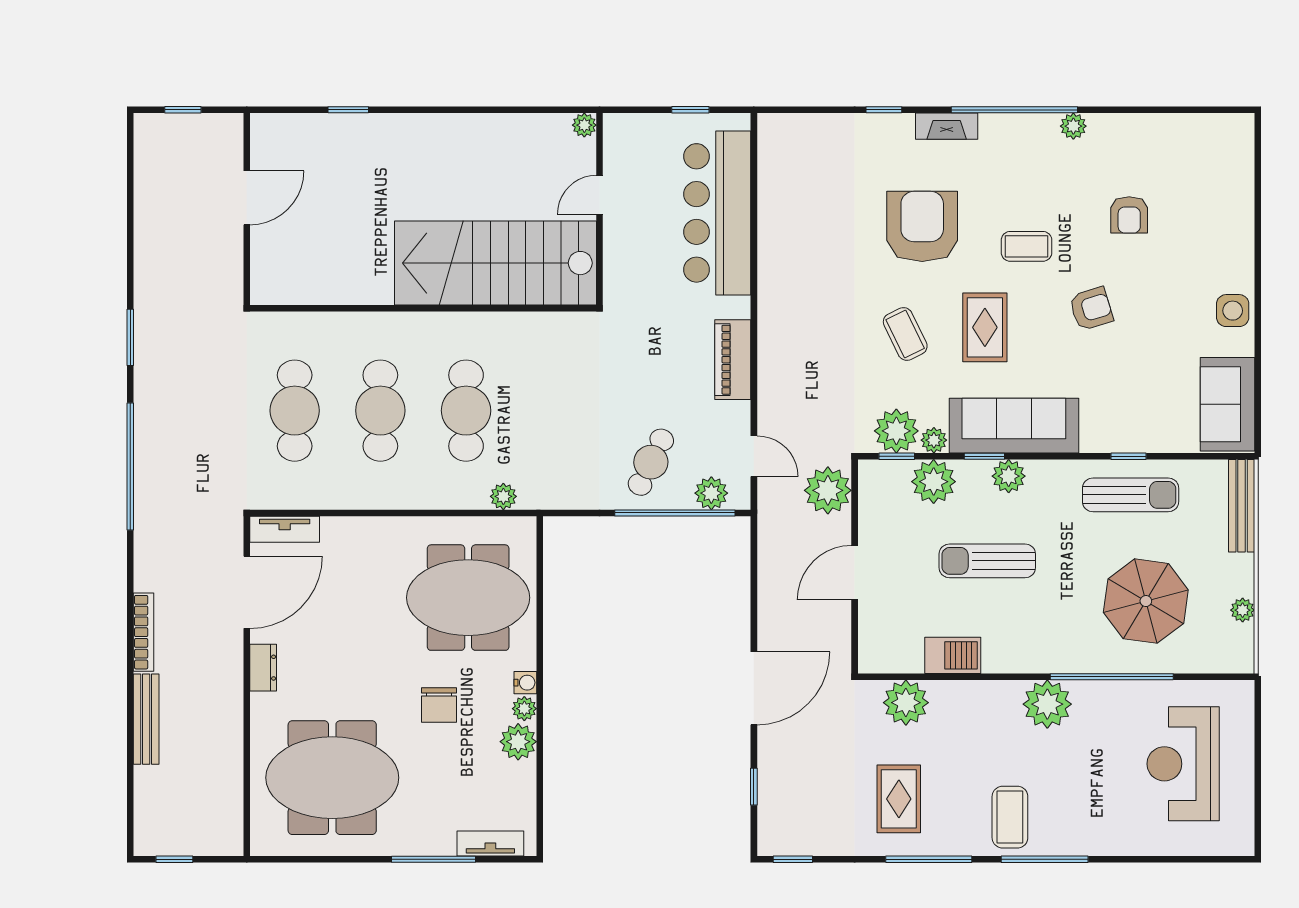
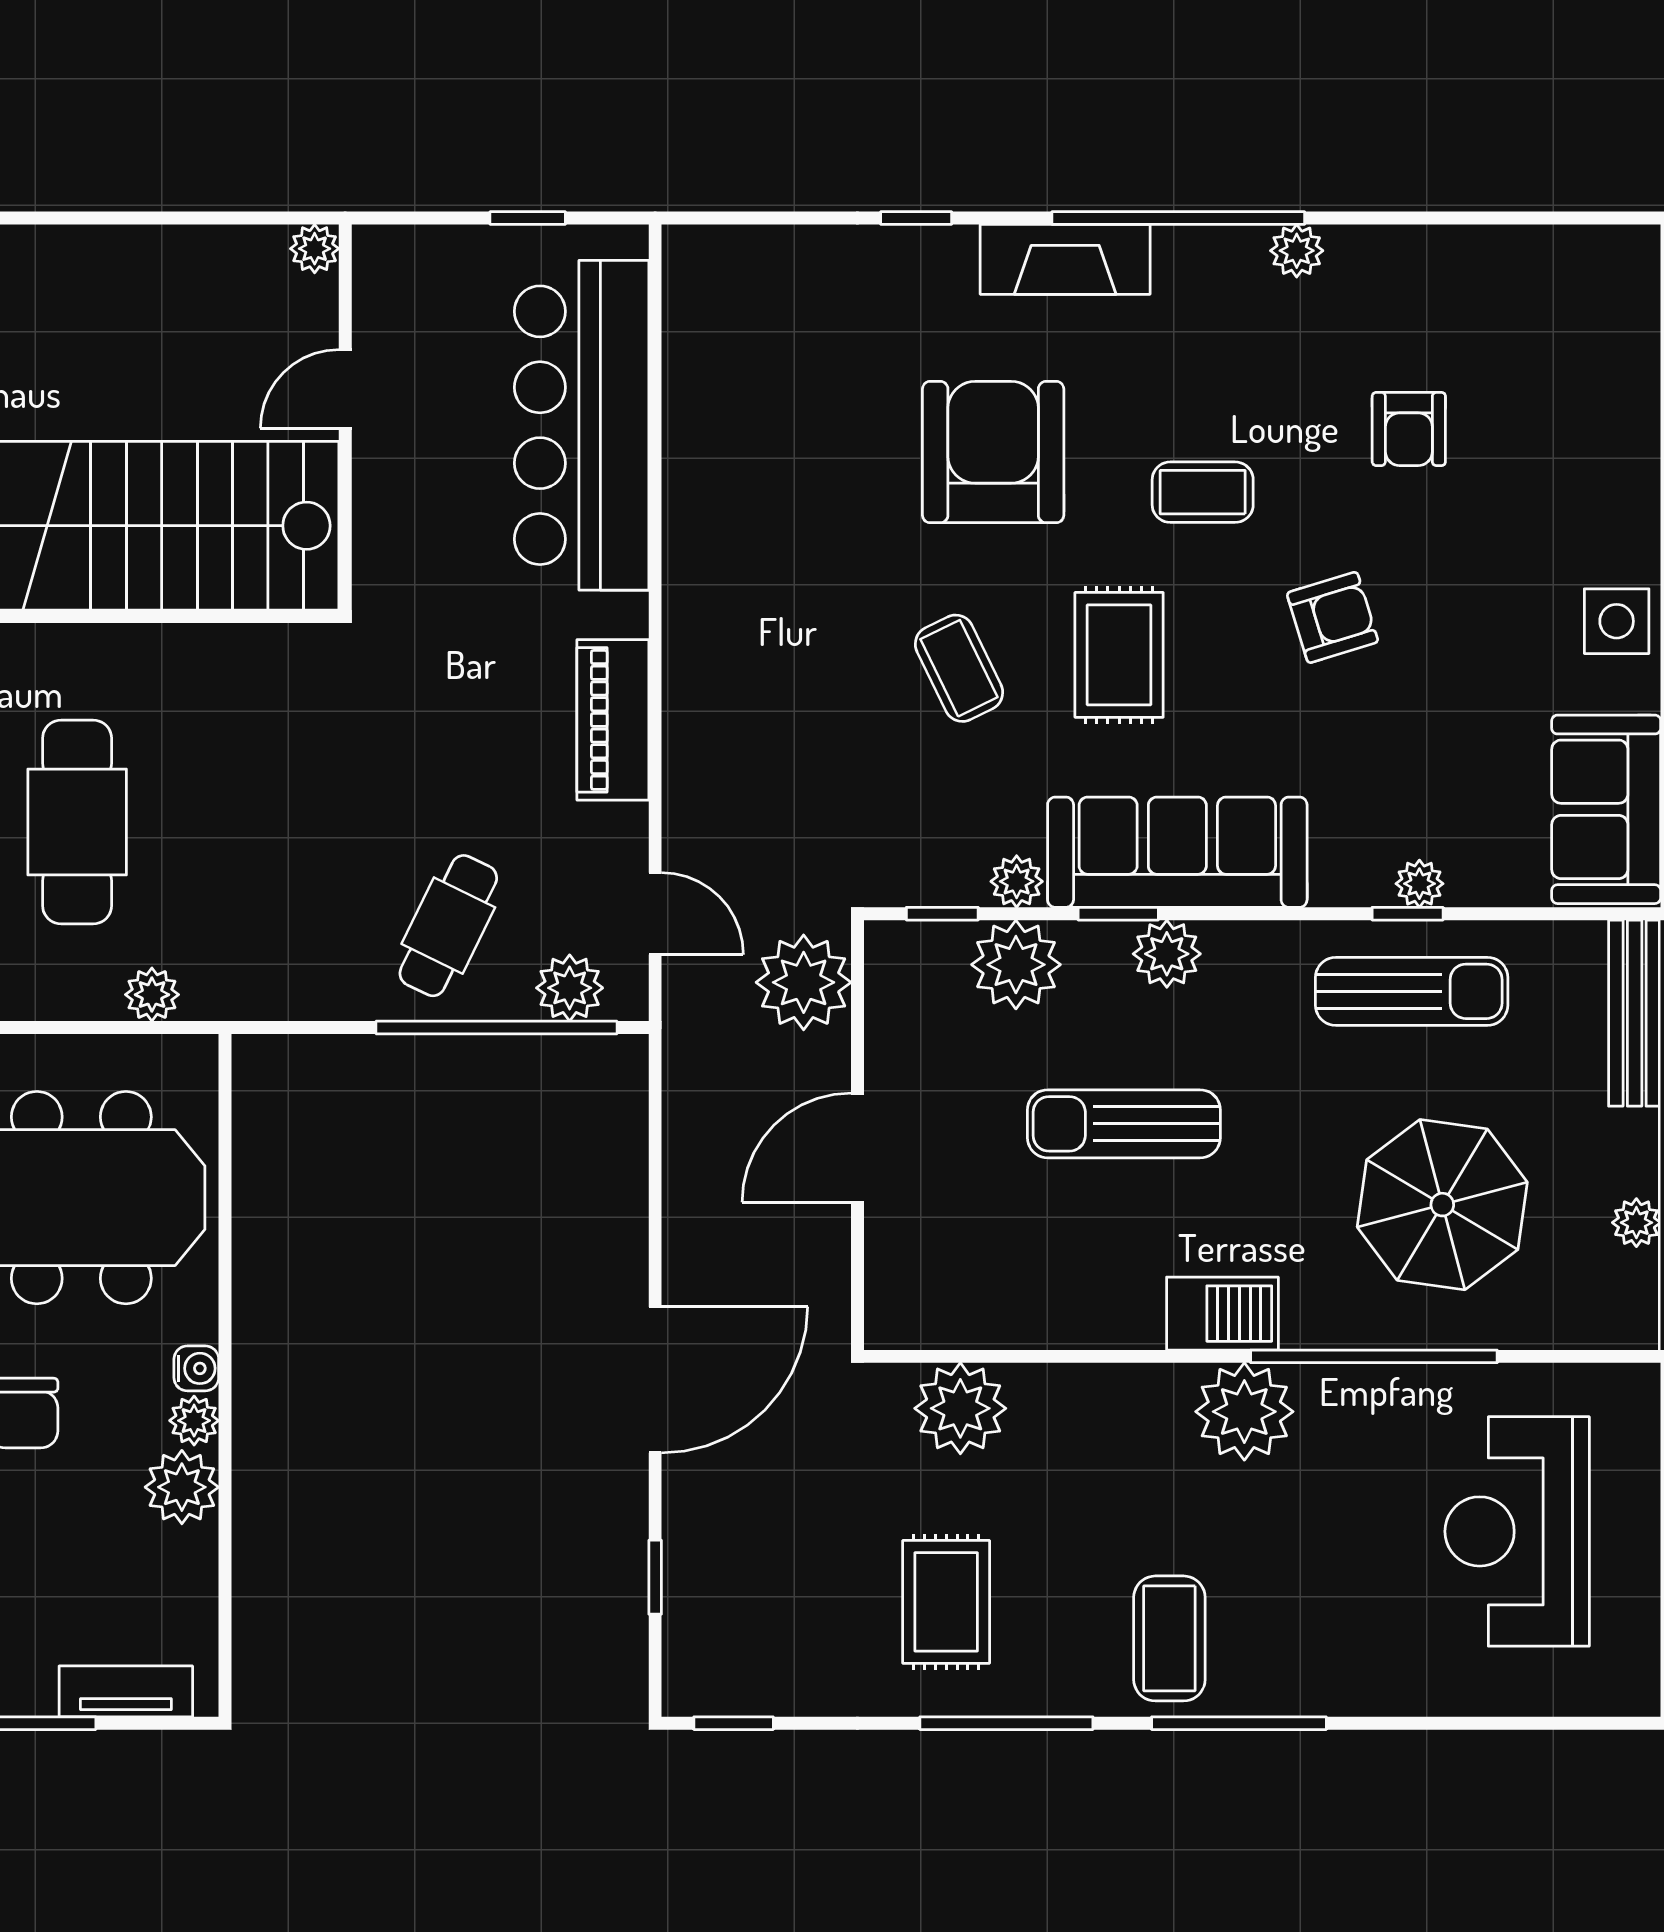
fireplace: (947, 126) -> (1065, 259), width x1.37, depth x1.32
plant: (896, 431) -> (1419, 884), moved, width x0.53, depth x0.53
barbecue: (953, 655) -> (1222, 1314), moved

